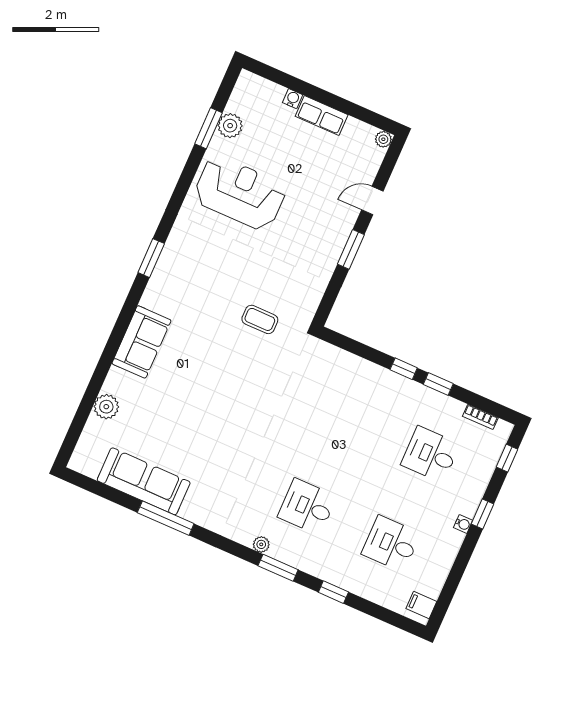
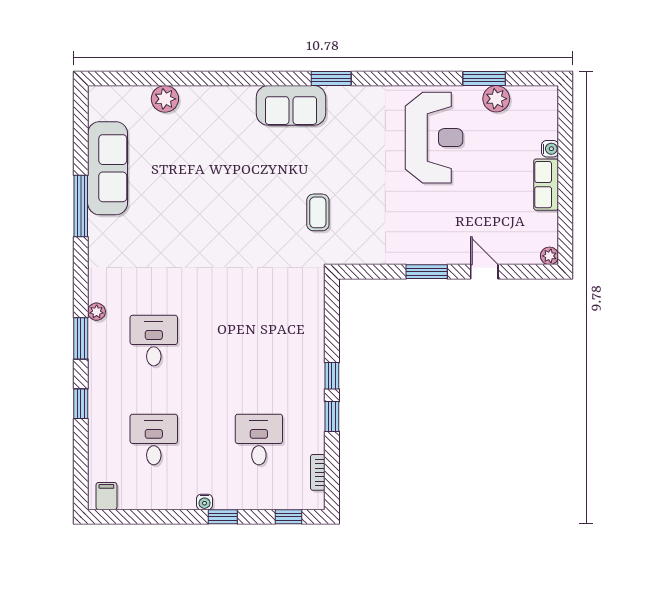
sofa: (141, 342) -> (291, 105), moved

